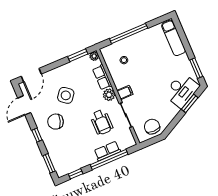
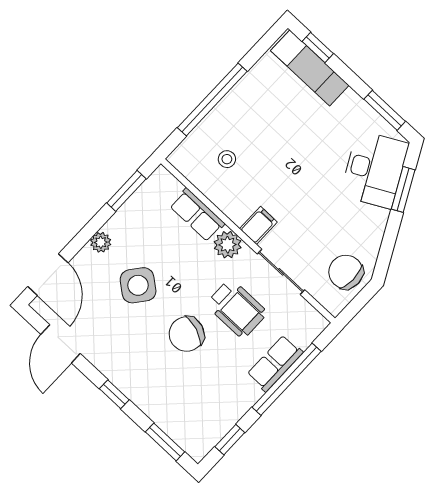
window: (180, 31) -> (318, 47), added
plant: (94, 56) -> (101, 242), moved
chair: (56, 122) -> (187, 334), moved

